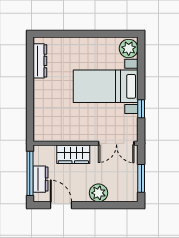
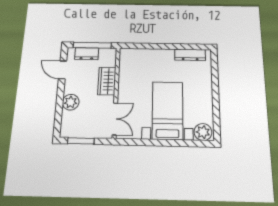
window: (141, 109) -> (146, 142), removed
double door: (116, 143) -> (115, 119), swing flipped
door: (61, 205) -> (63, 70), swing flipped

